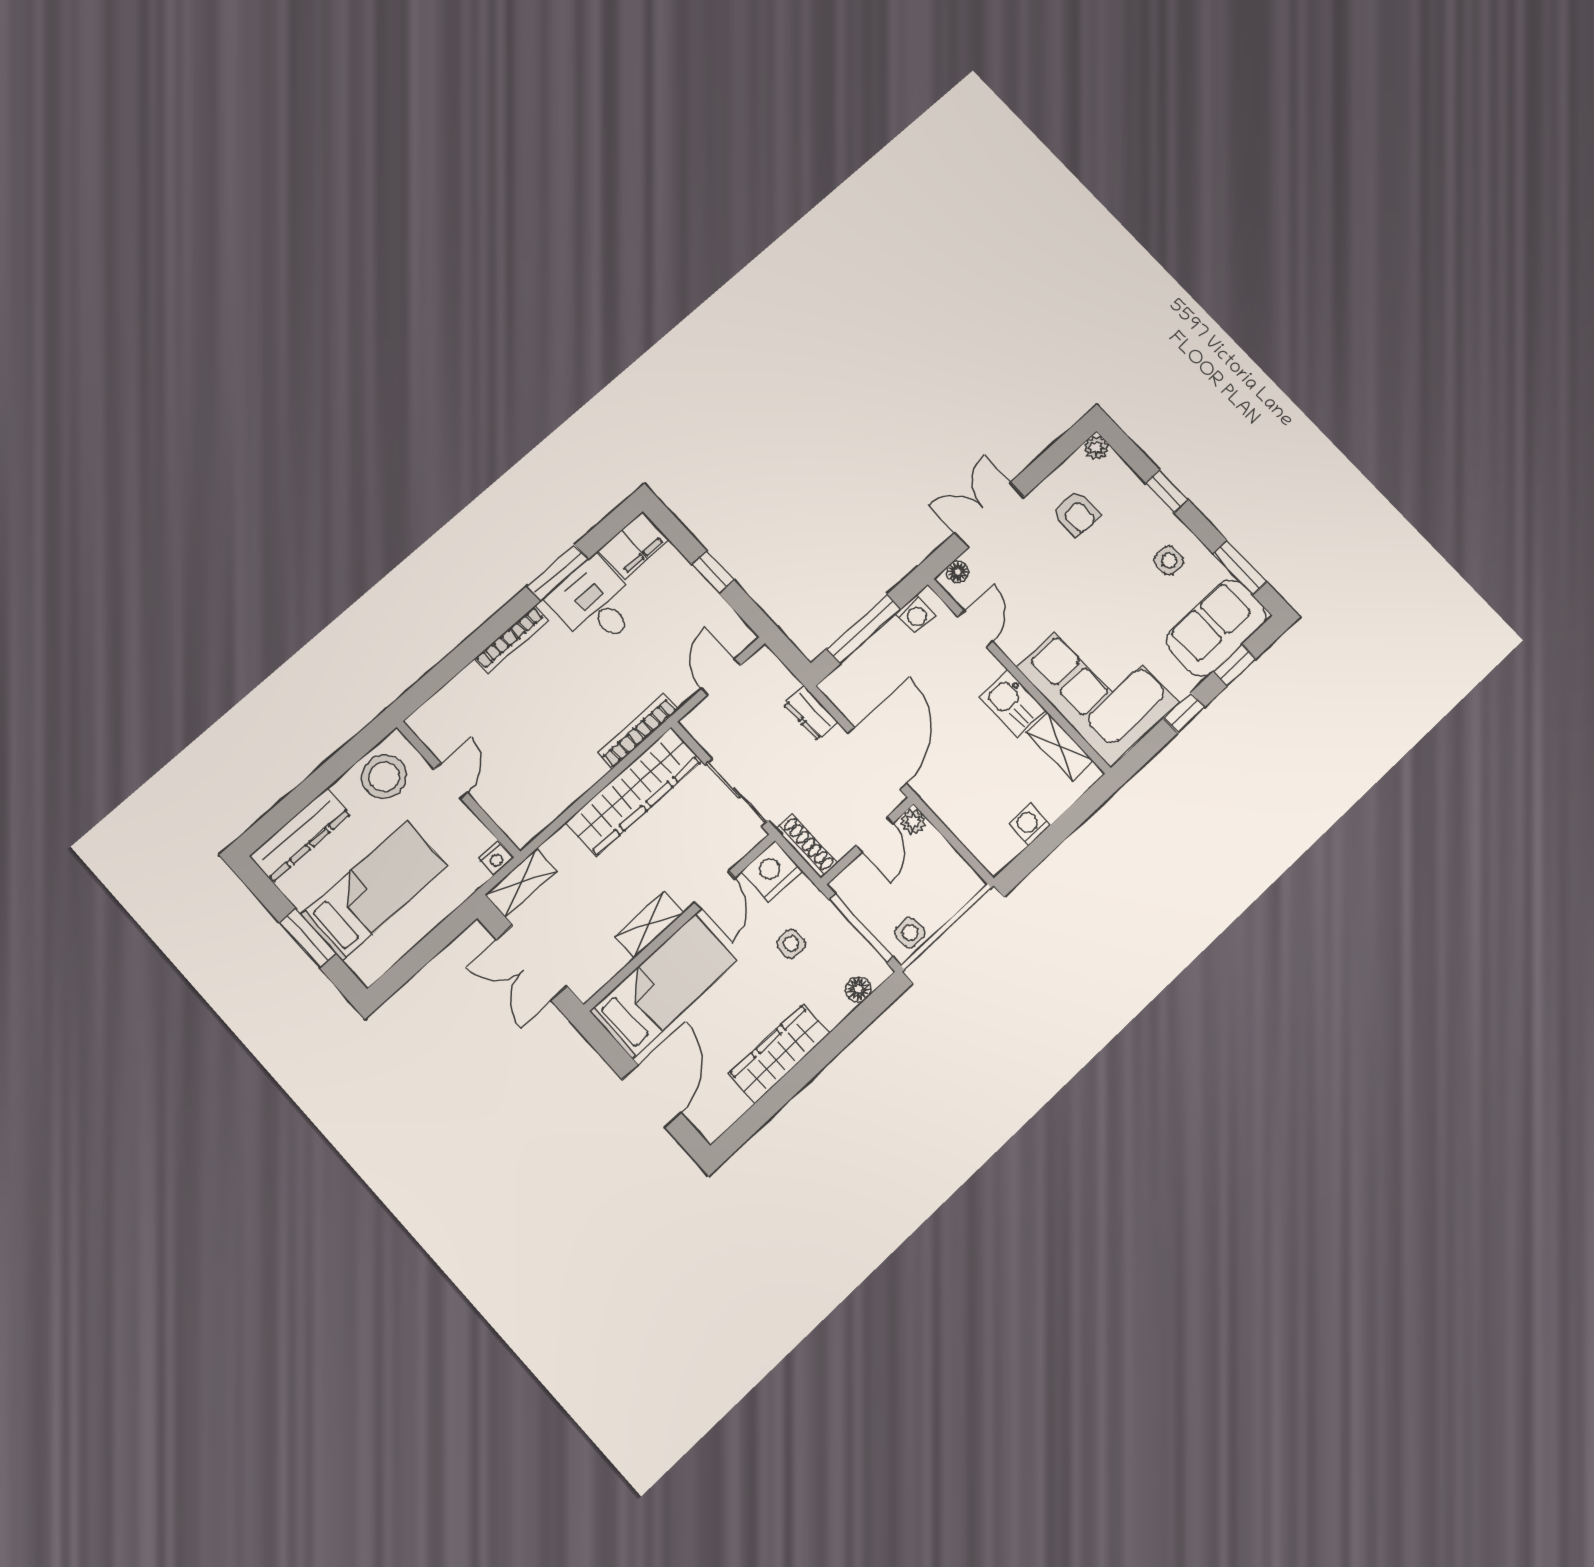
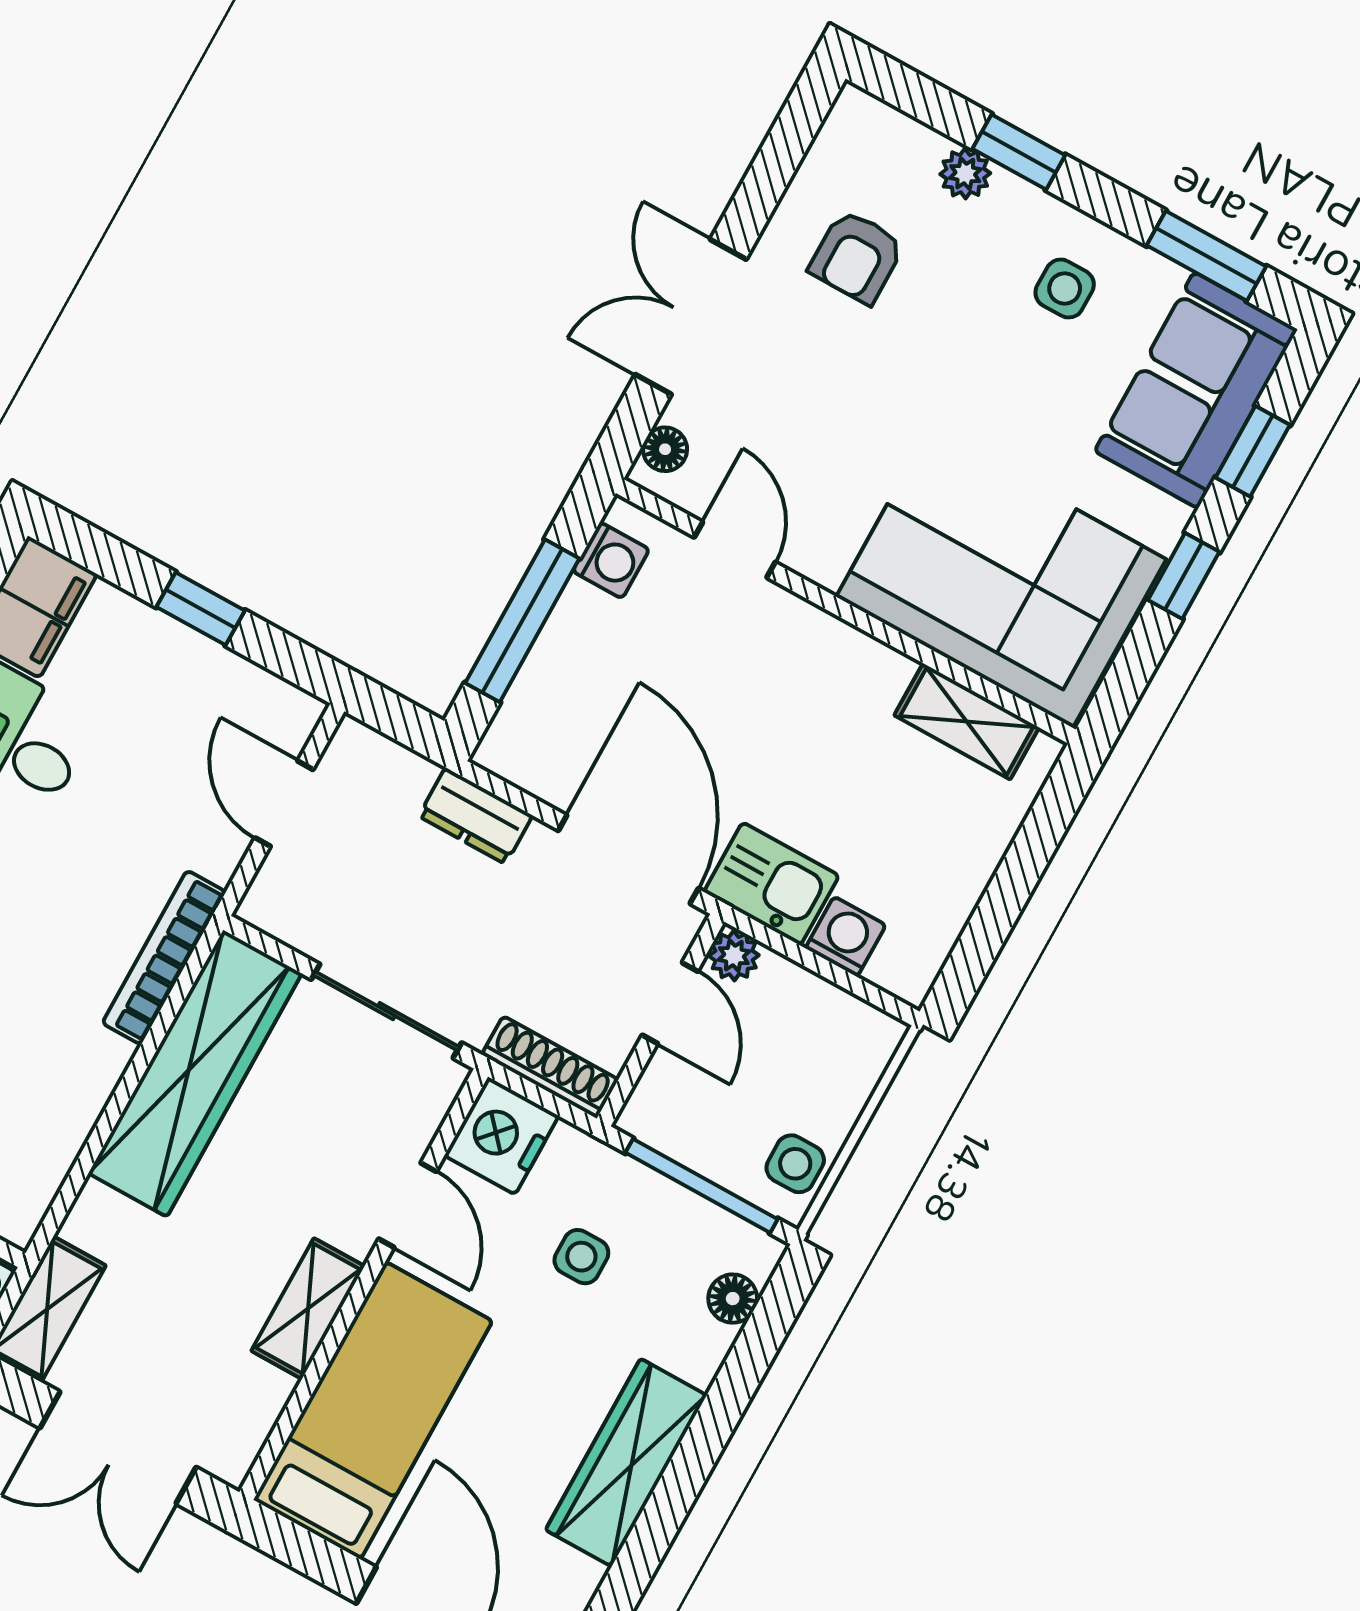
plant: (1096, 448) -> (965, 174), moved
armchair: (1076, 513) -> (857, 257), turned 90
kitchen sink: (1013, 704) -> (771, 884), moved, turned 180
washing machine: (1029, 824) -> (846, 937), moved, turned 90

